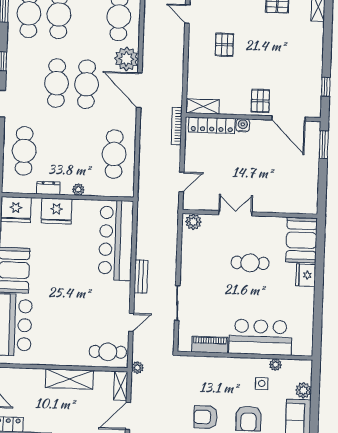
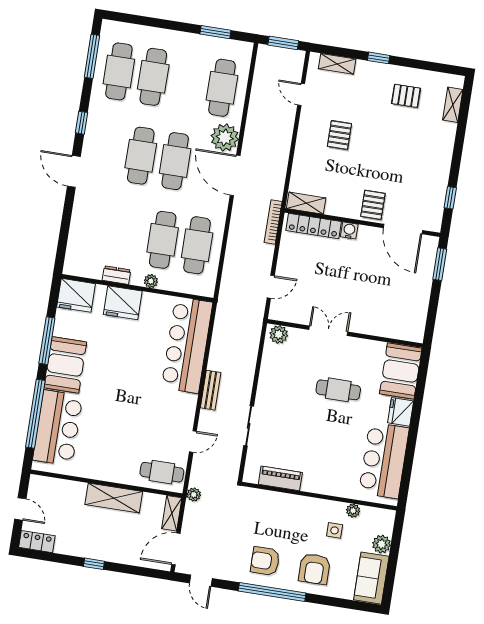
cafe table: (24, 151) -> (163, 240), moved
bar counter: (260, 337) -> (384, 460), moved, turned -90

